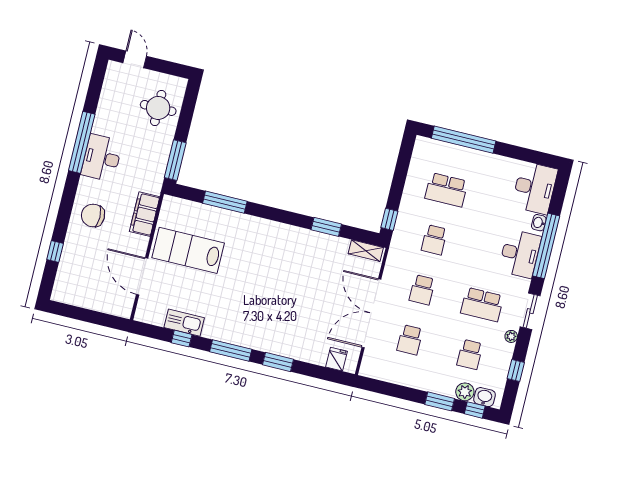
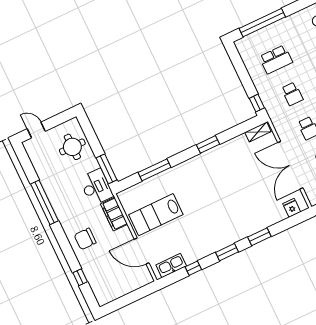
desk: (102, 158) -> (96, 187), moved, turned 180
window: (326, 227) -> (208, 144), moved
kitchen sink: (184, 323) -> (171, 266), moved
window: (231, 351) -> (227, 252), width x0.69

